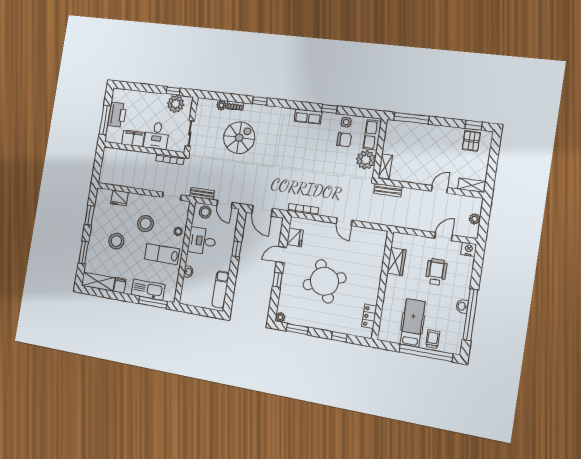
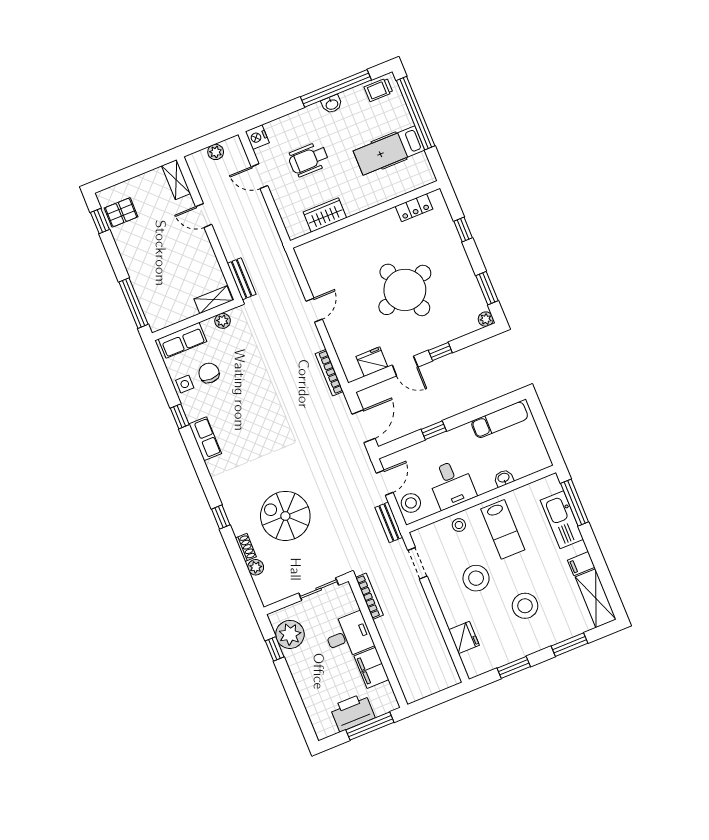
plant: (366, 160) -> (223, 321), width x0.53, depth x0.53
trolley: (433, 339) -> (378, 90), moved

